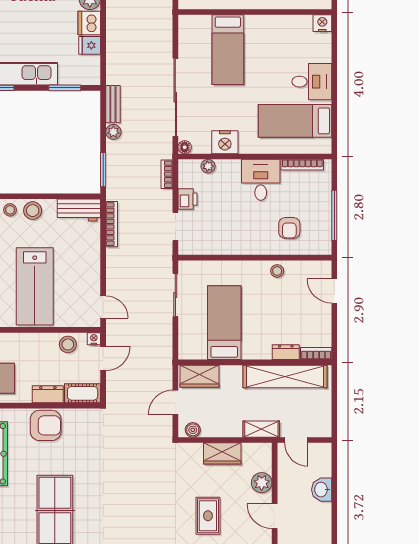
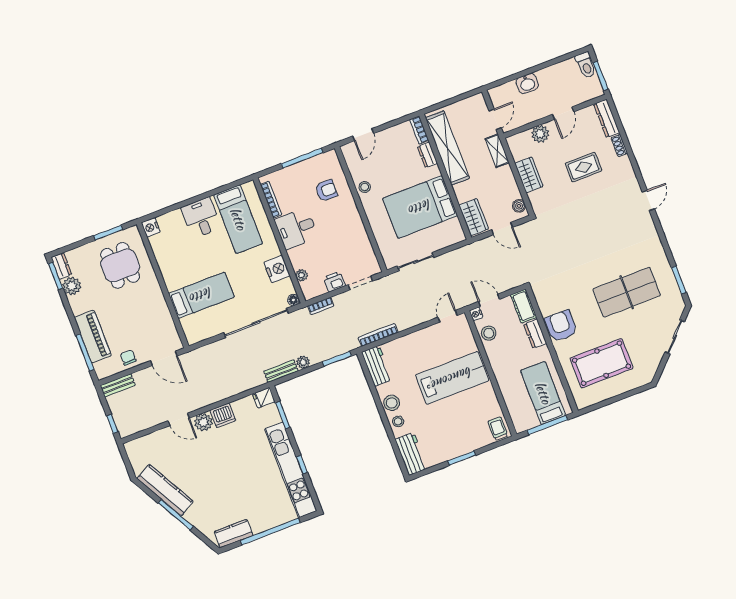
fridge: (90, 45) -> (264, 398), moved, turned 90
bed: (224, 323) -> (420, 207), width x1.50

